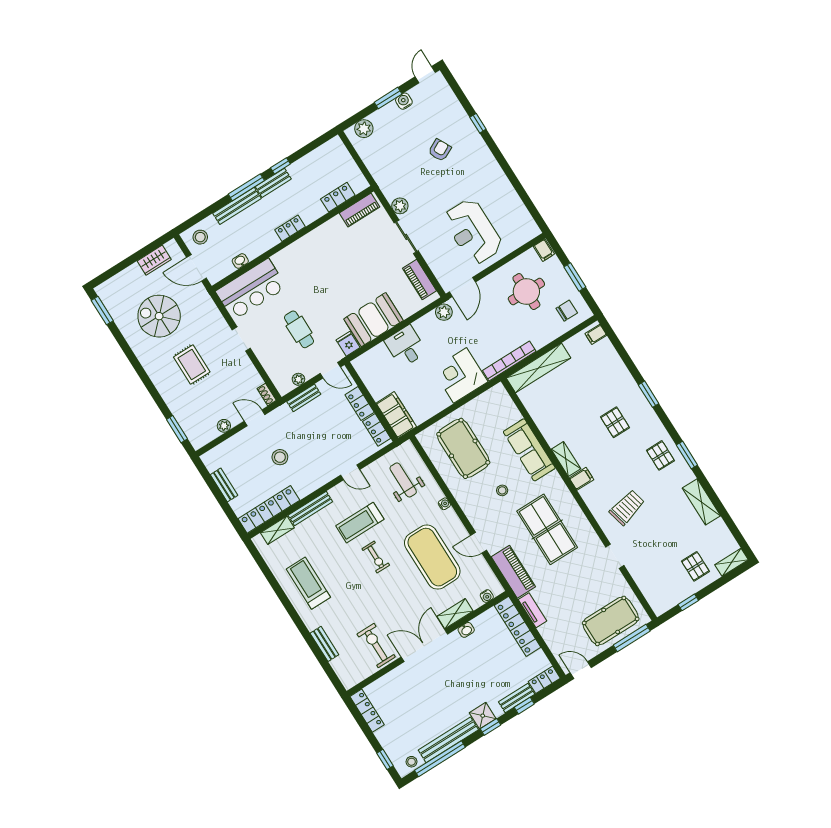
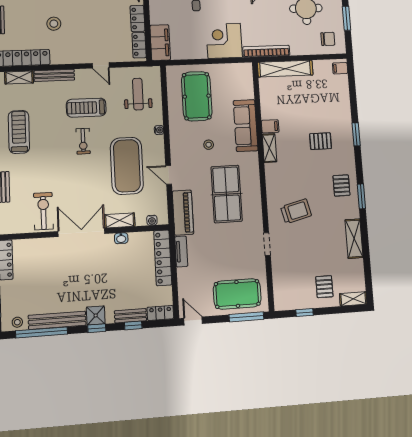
pallet: (615, 422) -> (321, 141), turned 90
filing cabinet: (581, 479) -> (270, 126), moved

